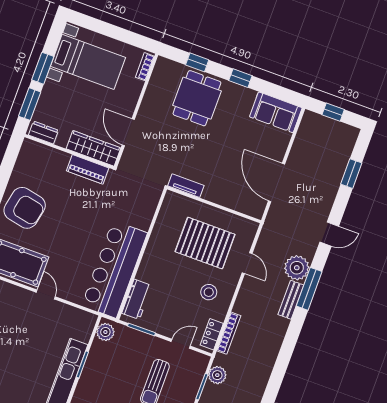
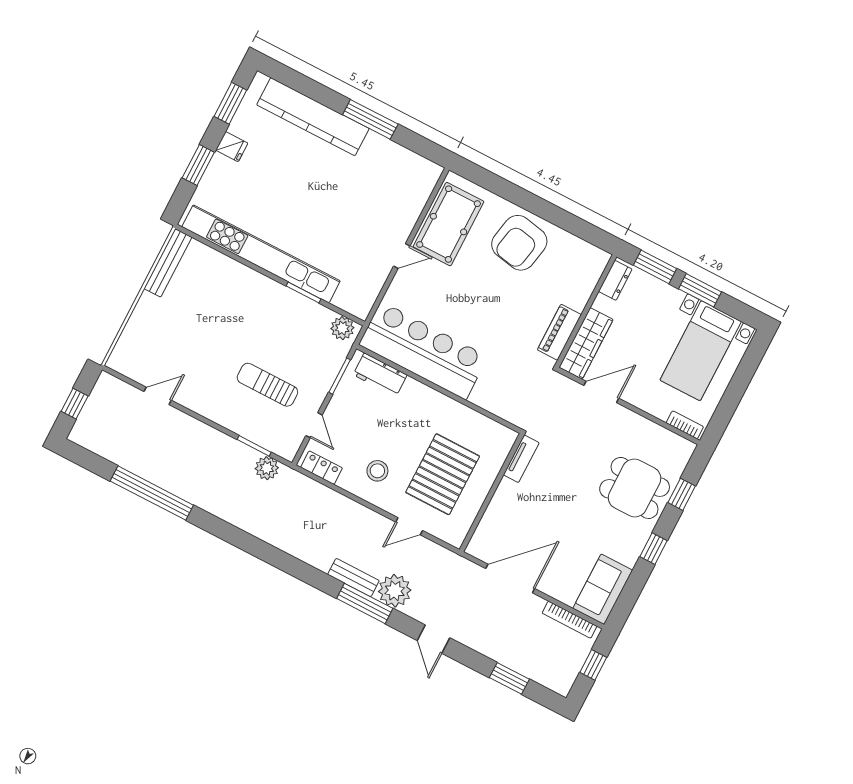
bookcase: (229, 333) -> (570, 620), moved

